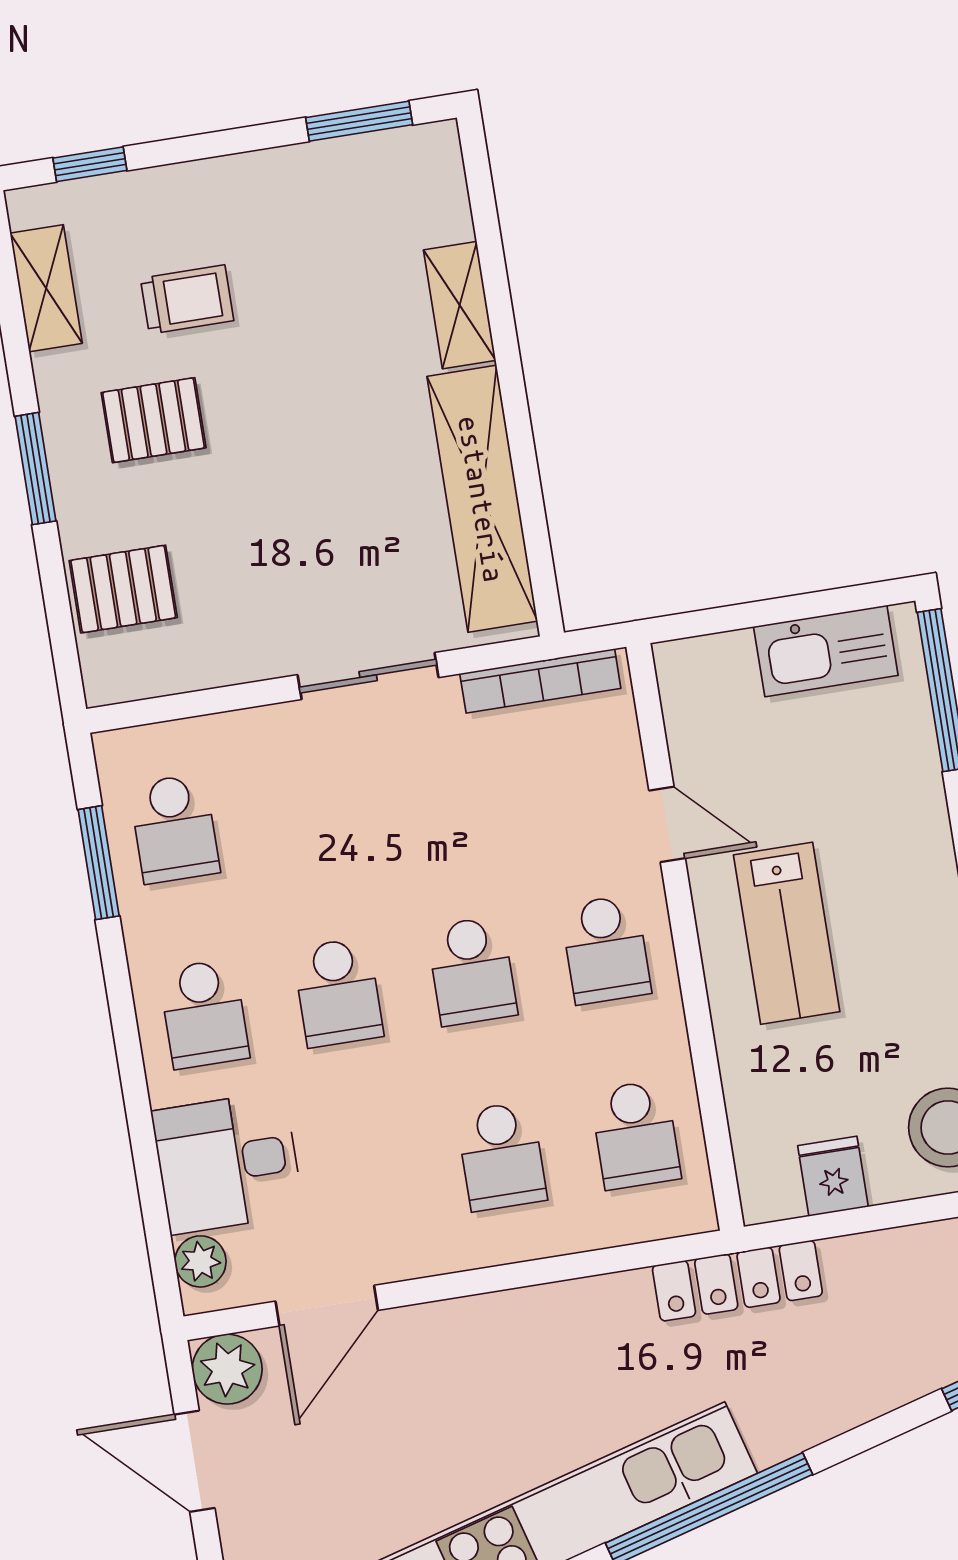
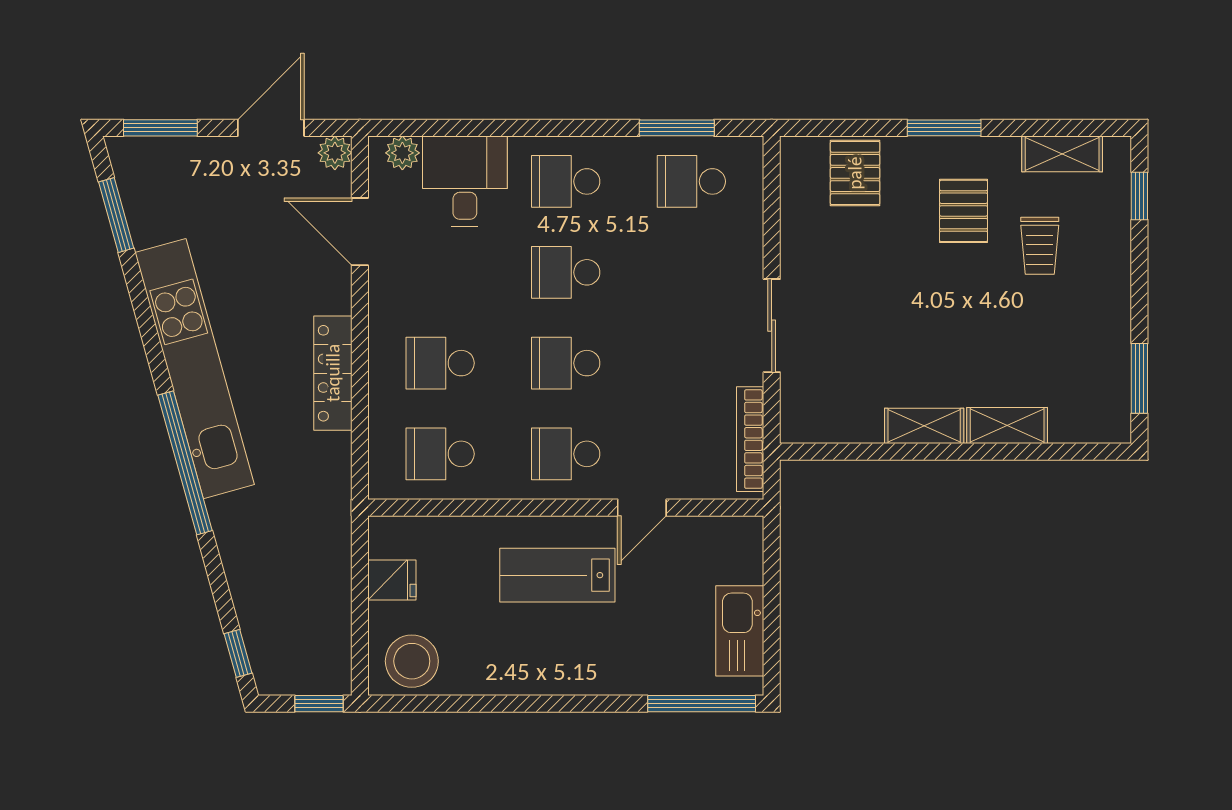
shelving: (482, 499) -> (924, 426), width x0.45, depth x0.75
locker: (737, 1281) -> (333, 373), moved
plant: (227, 1369) -> (335, 153), width x0.73, depth x0.73

